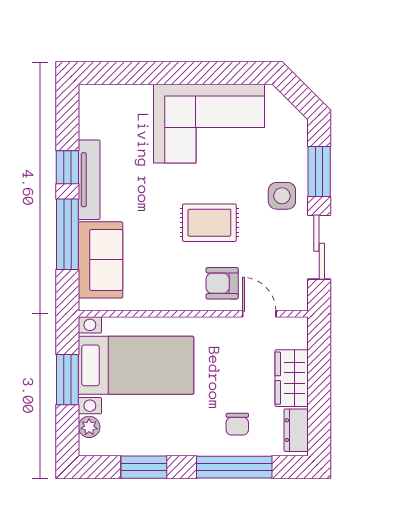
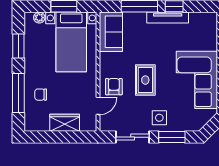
sofa: (100, 260) -> (111, 32), moved, turned -90
dresser: (296, 430) -> (38, 125), removed

